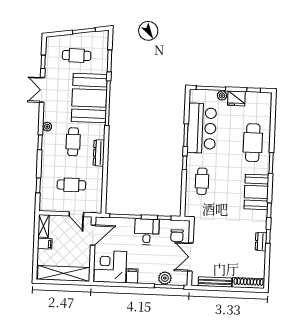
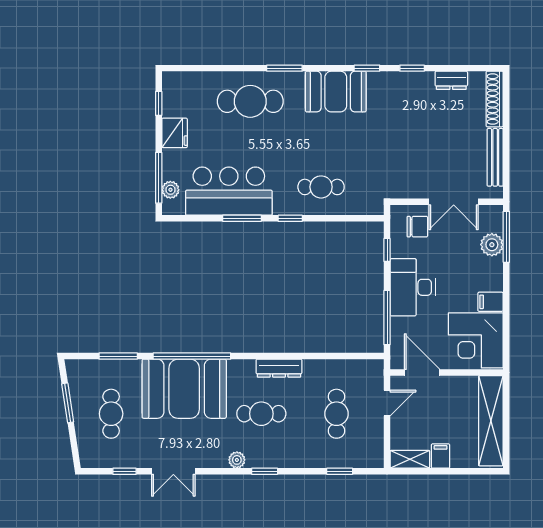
plant: (222, 95) -> (170, 190), moved
desk: (147, 232) -> (413, 287), width x1.37
dresser: (261, 242) -> (451, 80), moved

